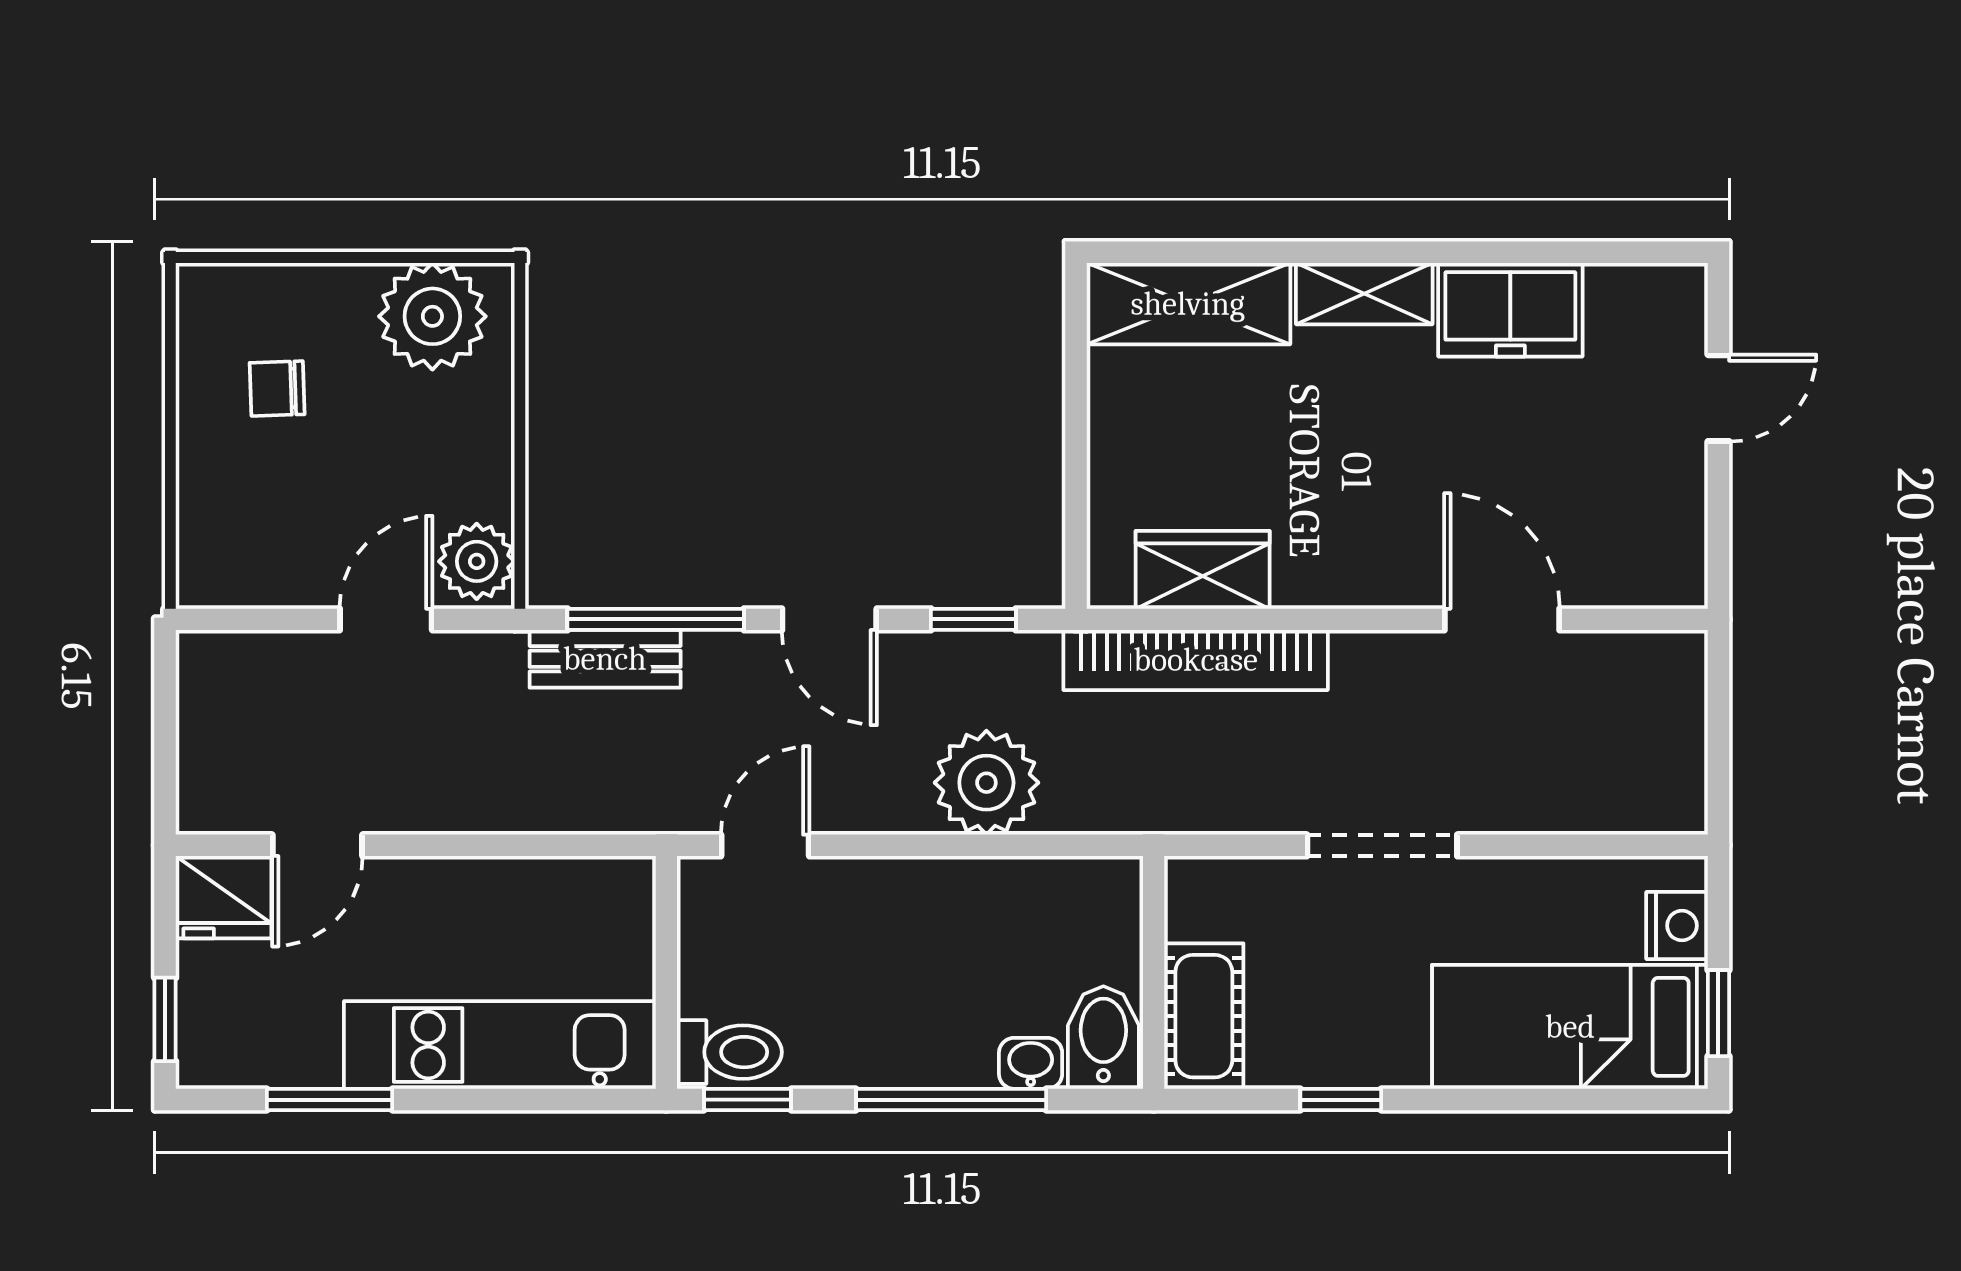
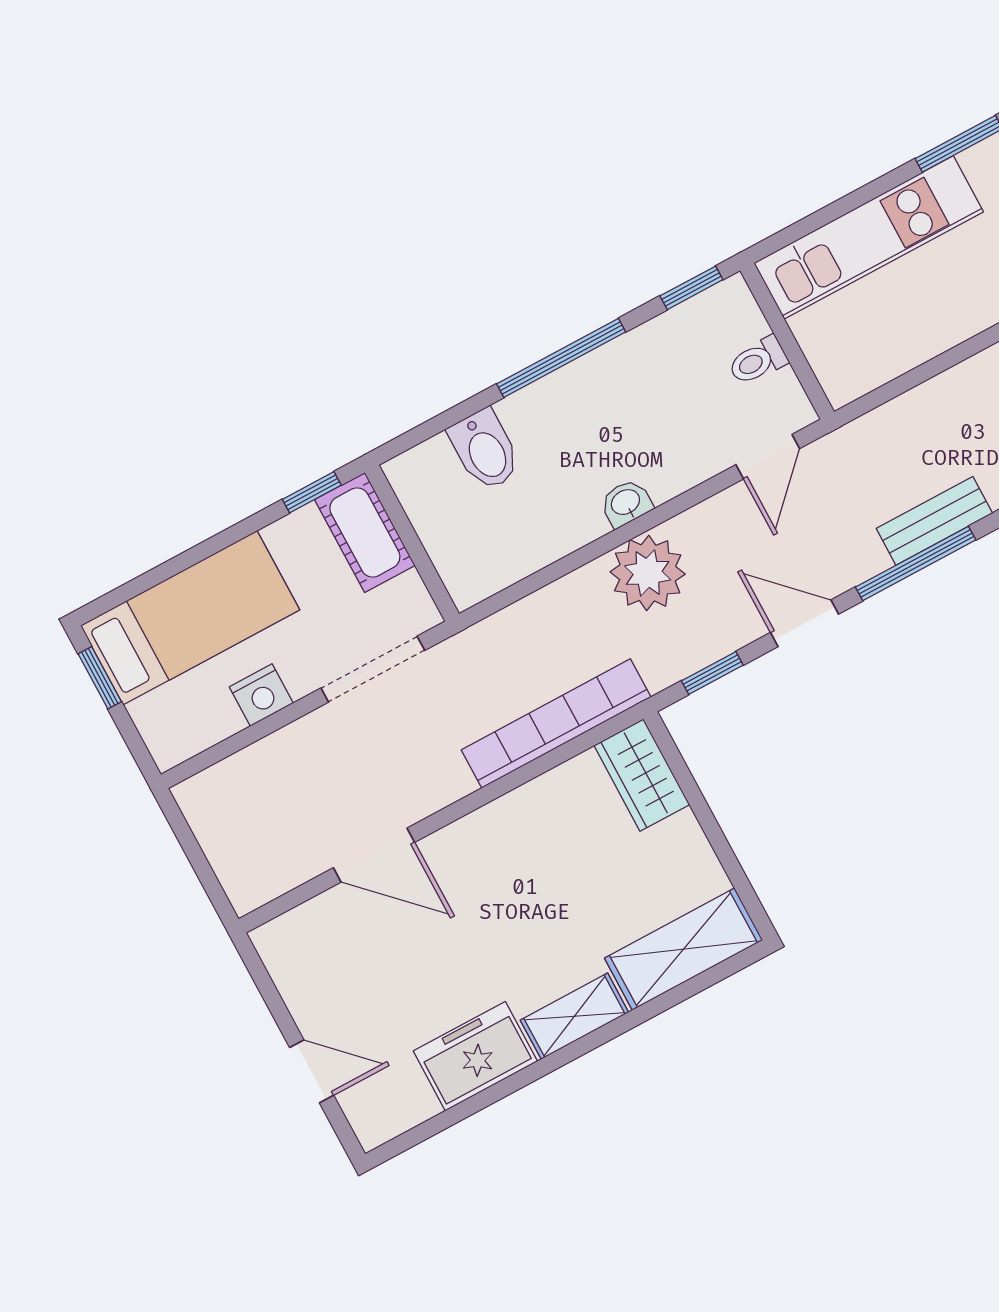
door: (1718, 398) -> (312, 1071), swing flipped
wardrobe: (1203, 570) -> (642, 775), moved, turned 90
nightstand: (1677, 926) -> (261, 695), moved, turned -90
wall: (1154, 972) -> (412, 543), moved
cot: (1204, 1016) -> (365, 532), moved
toilet: (729, 1052) -> (758, 361), moved, width x0.73, depth x0.72
washbasin: (1031, 1063) -> (626, 503), moved, turned 180

